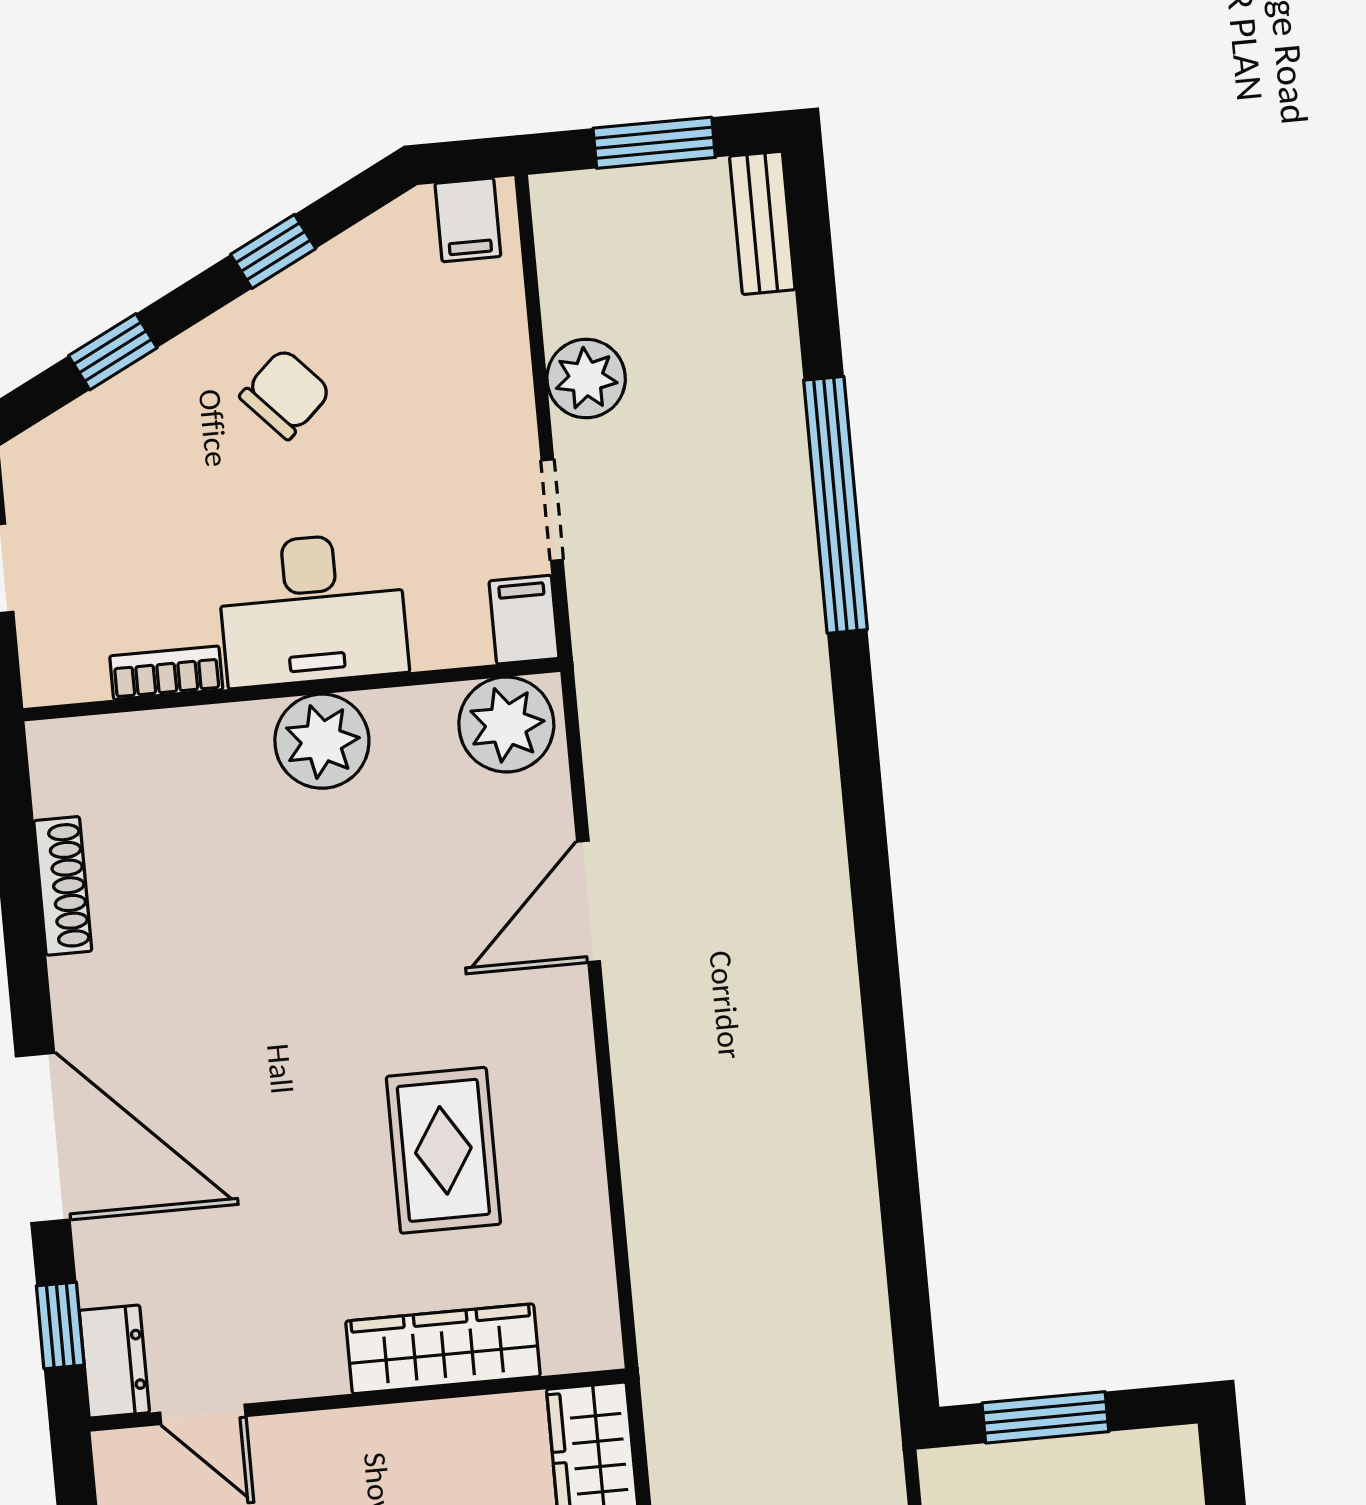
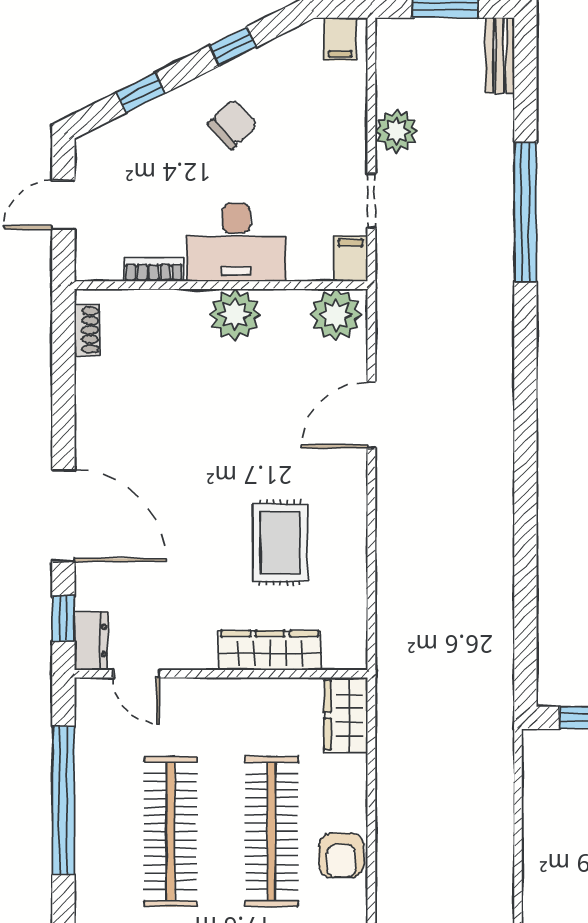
shoe rack: (63, 886) -> (87, 330), moved, width x0.70

